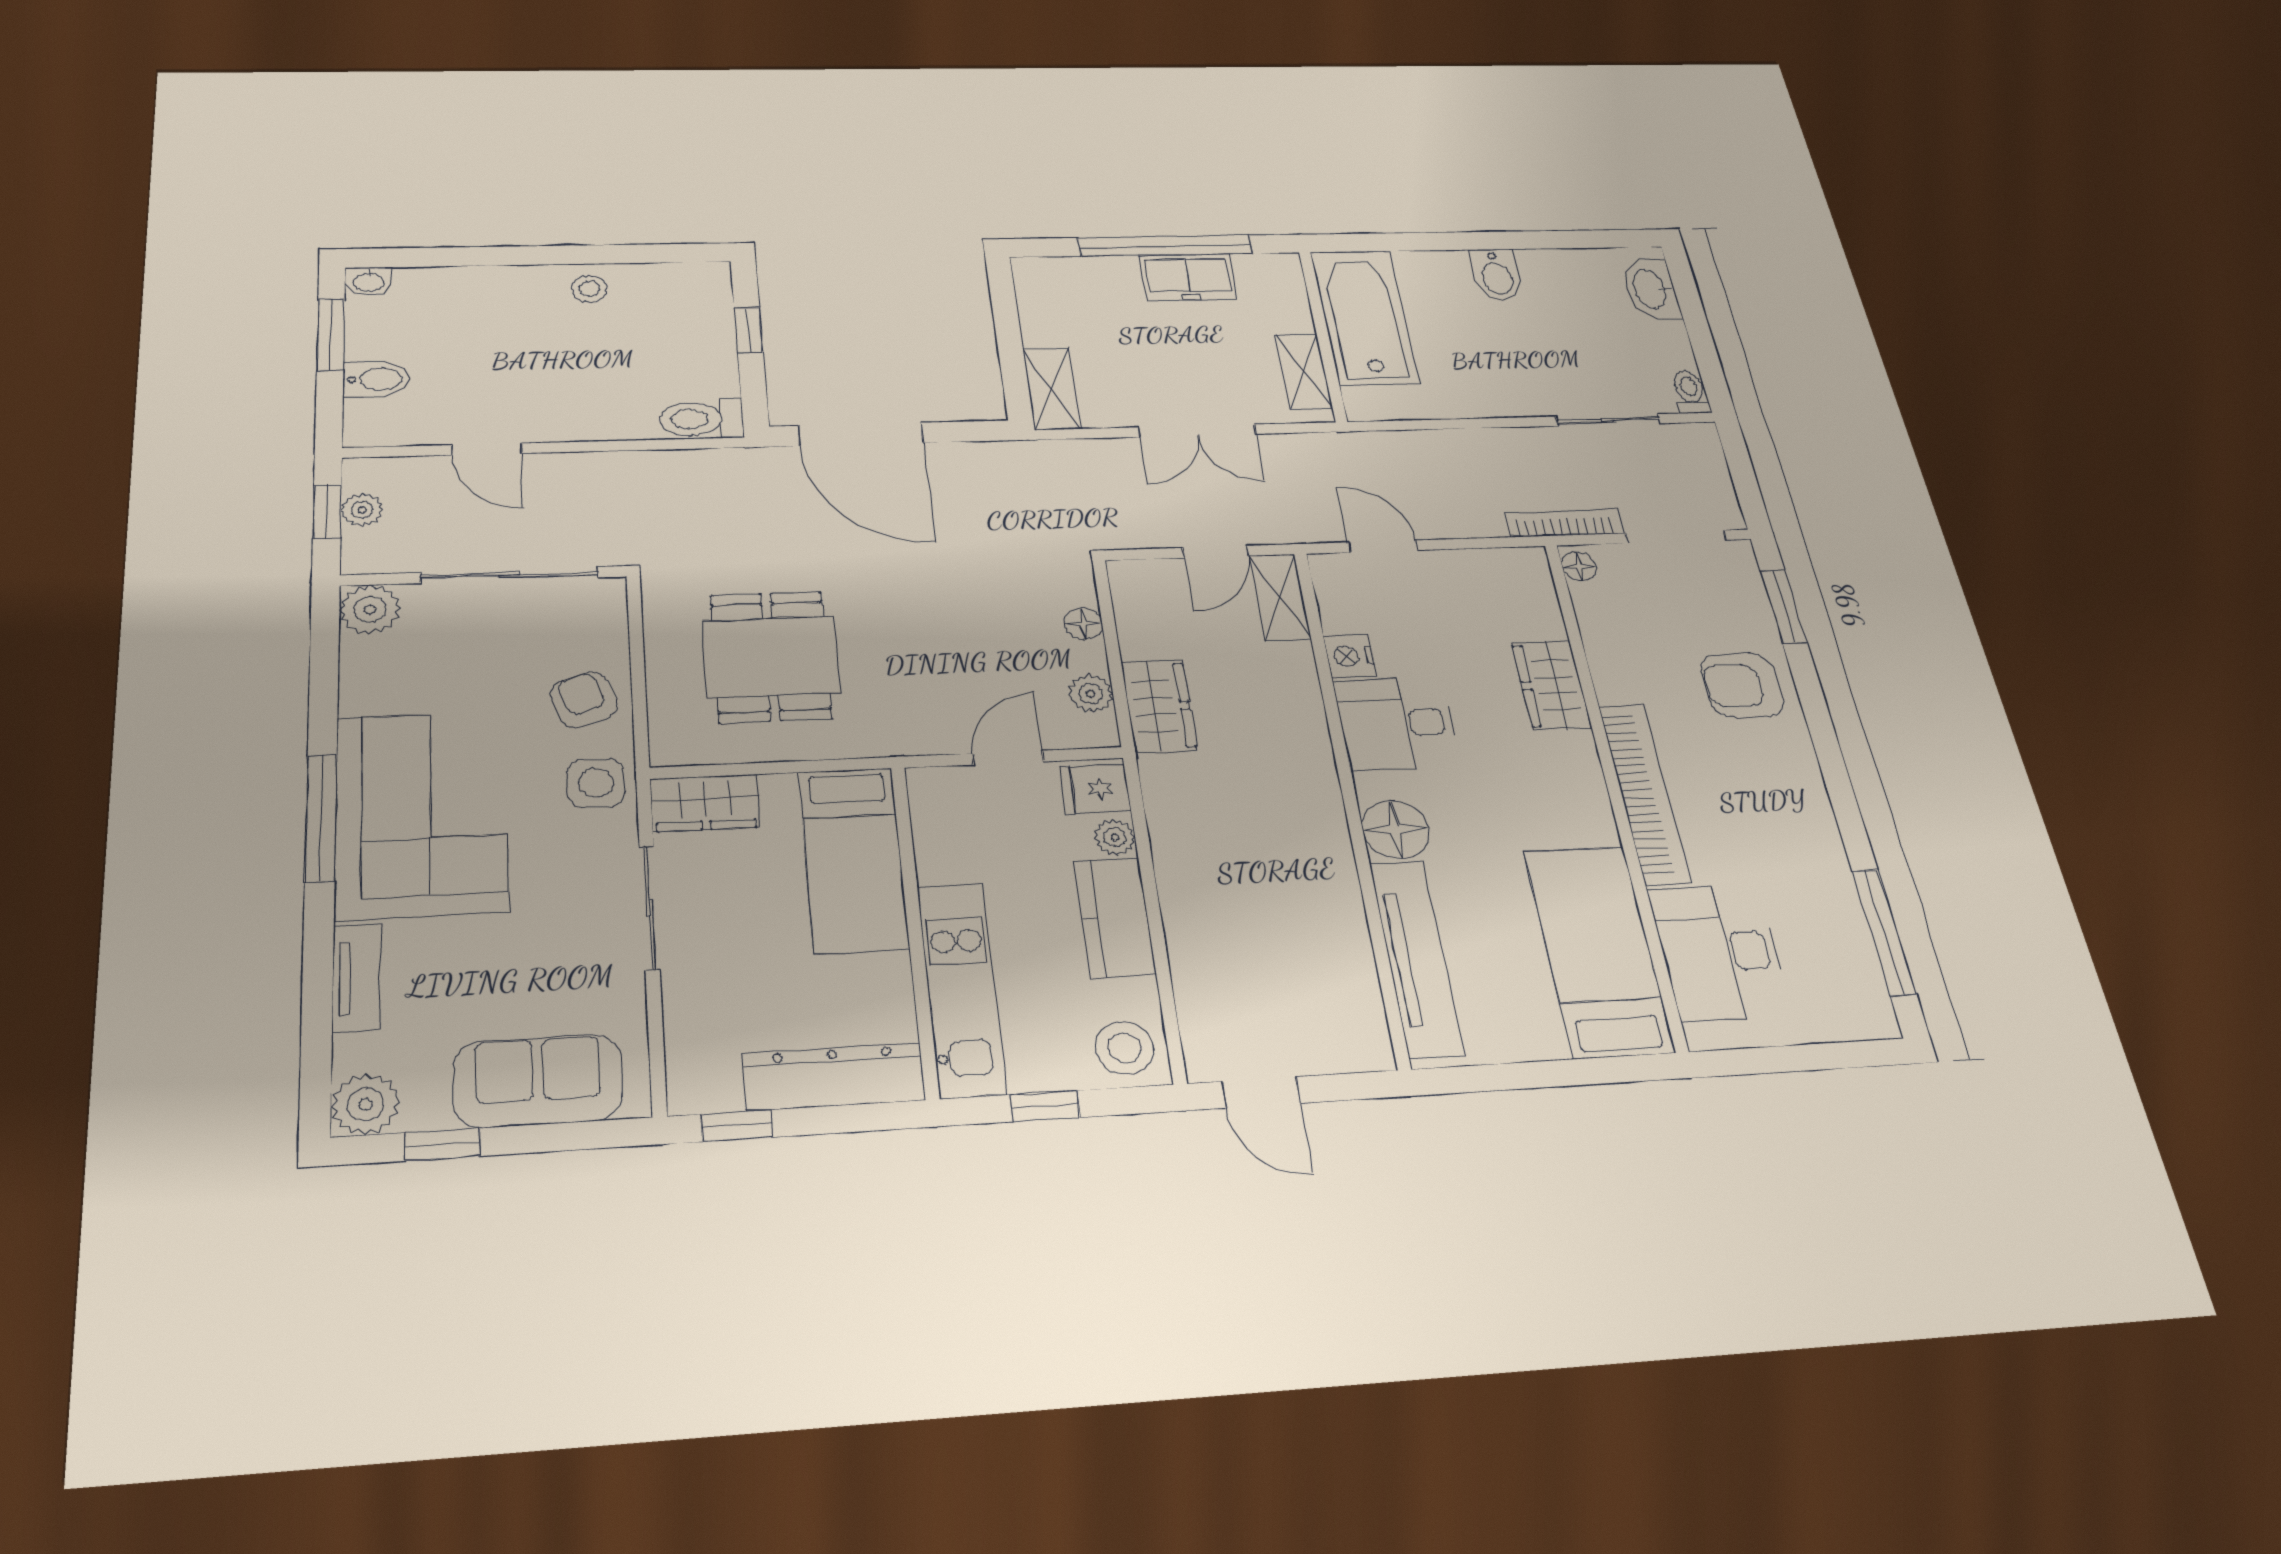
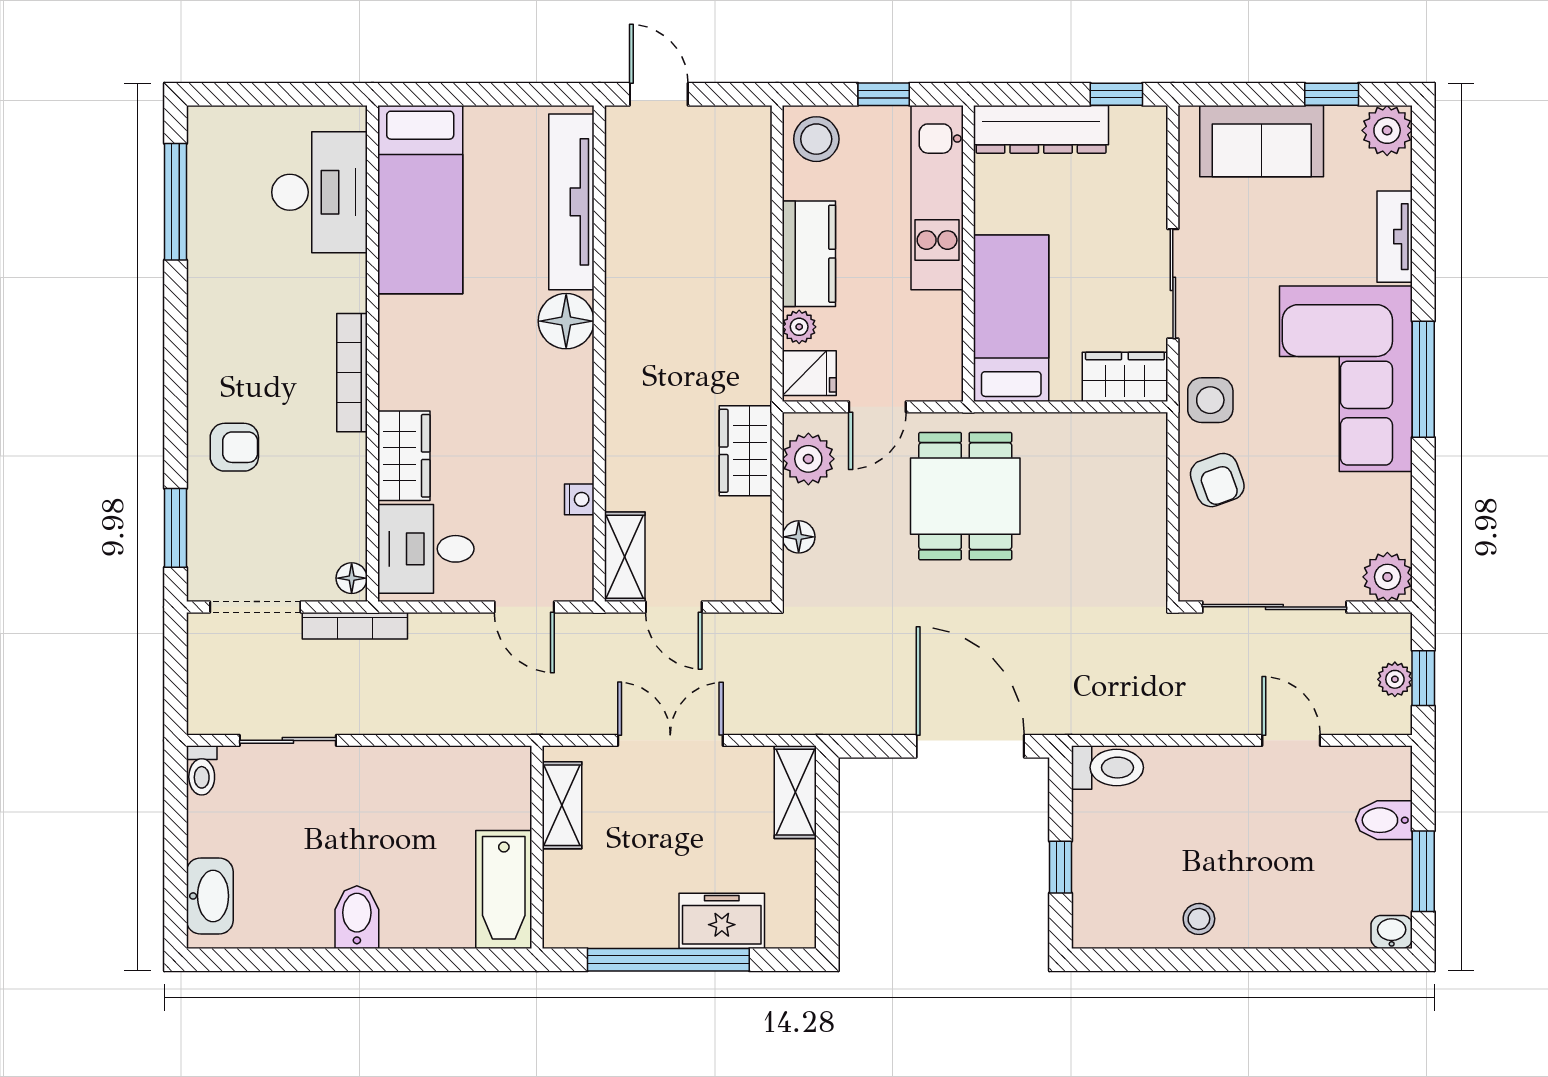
freezer: (1188, 277) -> (722, 921), moved
bathtub: (1365, 317) -> (504, 890), width x0.73, depth x0.73
door: (1216, 552) -> (674, 607), swing flipped
nightstand: (1350, 656) -> (579, 499), width x0.72, depth x0.74
dining table: (771, 657) -> (965, 496), moved
armchair: (1742, 685) -> (234, 447), width x0.72, depth x0.72
plant: (1091, 694) -> (808, 459), width x1.38, depth x1.38
desk: (1397, 723) -> (426, 549), moved, turned 180
bookcase: (1644, 793) -> (352, 373), width x0.68, depth x0.76
door: (1261, 1092) -> (659, 94), moved

